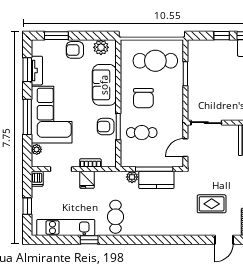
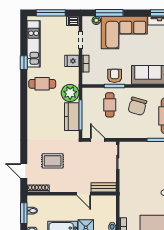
chair: (143, 98) -> (137, 106), turned -74
window: (27, 117) -> (109, 13), moved
plant: (132, 177) -> (70, 93), width x1.87, depth x1.87
rug: (212, 204) -> (53, 161), turned 90
window: (27, 206) -> (51, 13), width x2.17

